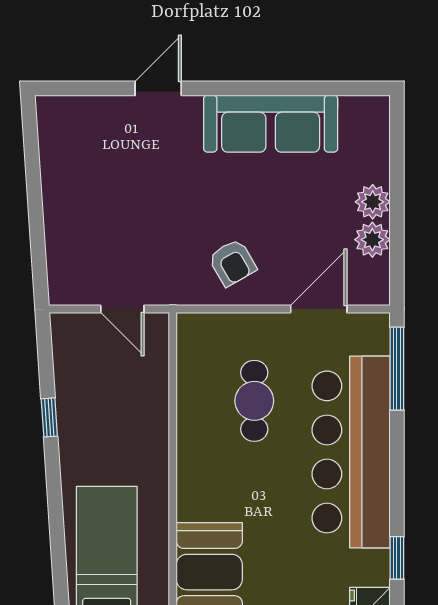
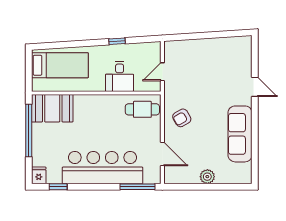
plant: (372, 240) -> (191, 177), removed
cafe table: (254, 401) -> (142, 109), moved
desk: (134, 411) -> (120, 77), added

